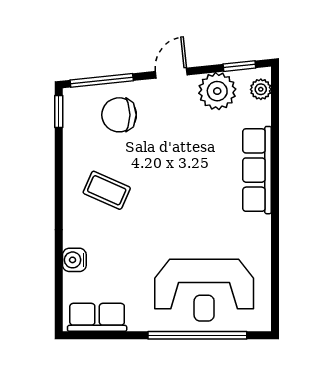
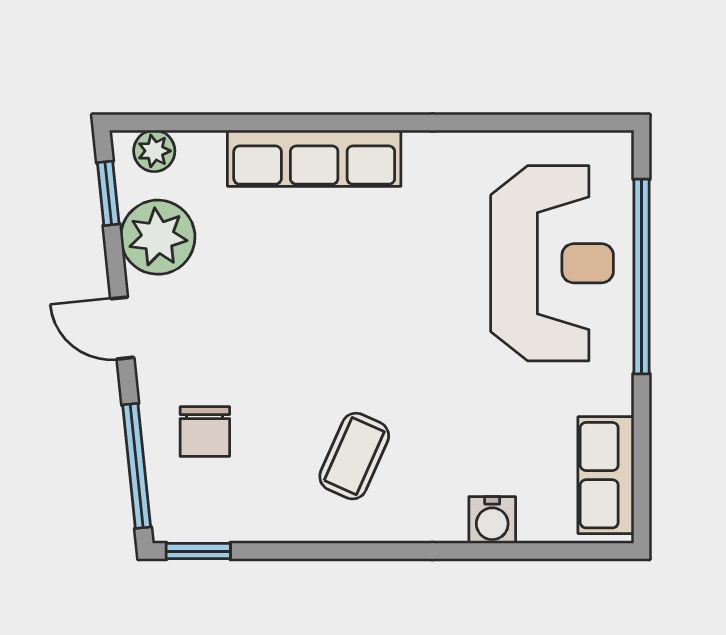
chair: (119, 115) -> (205, 431), width x0.73, depth x0.73

